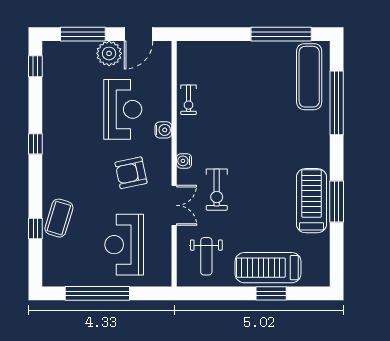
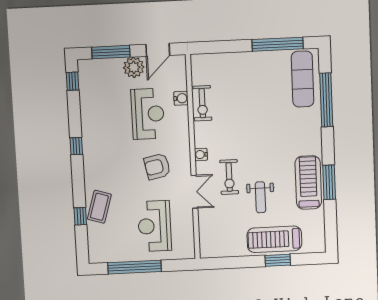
exercise bike: (189, 100) -> (202, 103), width x1.38, depth x1.39
water cooler: (163, 130) -> (181, 98), moved
weight bench: (206, 256) -> (260, 197), moved

